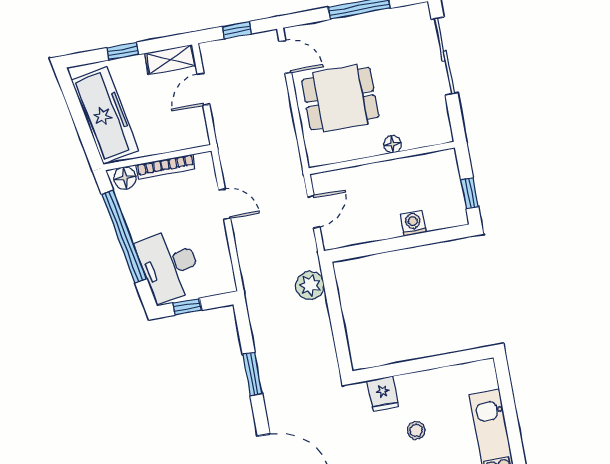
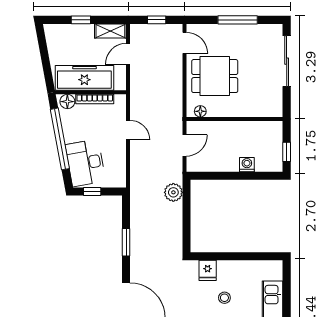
freezer: (105, 115) -> (84, 78), moved, turned -80
floor lamp: (393, 144) -> (200, 111), moved

